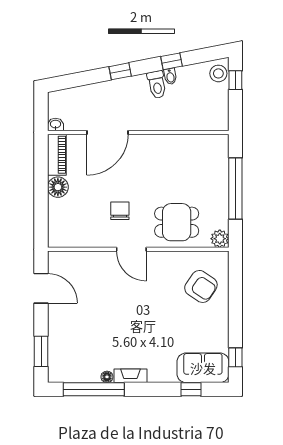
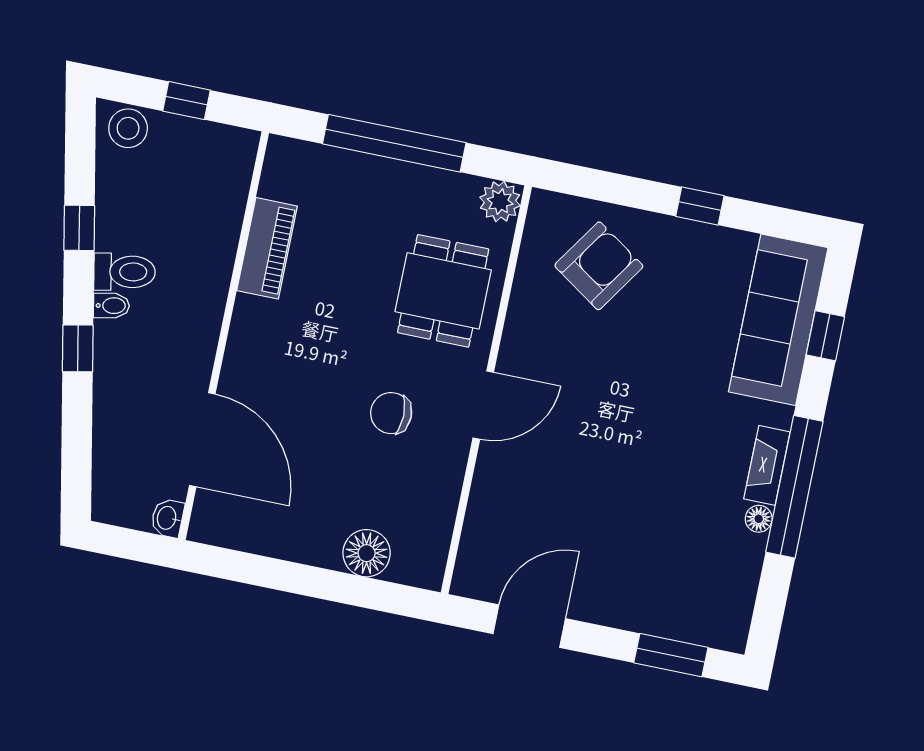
bidet: (170, 76) -> (111, 306), moved
window: (235, 80) -> (187, 101), moved
door: (107, 132) -> (202, 440), moved
piano: (57, 155) -> (267, 248), moved, turned 90
floor lamp: (58, 187) -> (367, 553), moved
window: (235, 357) -> (700, 206), moved
sofa: (203, 368) -> (778, 320), width x1.36
window: (94, 389) -> (794, 487), moved

